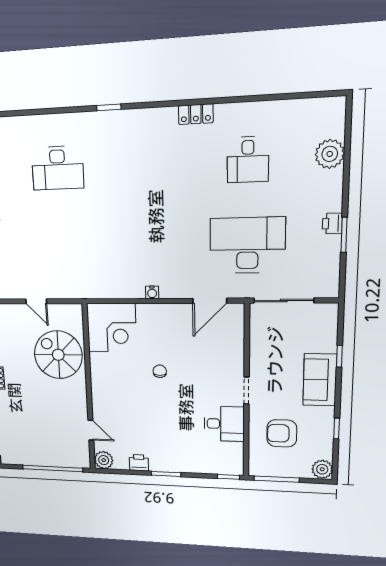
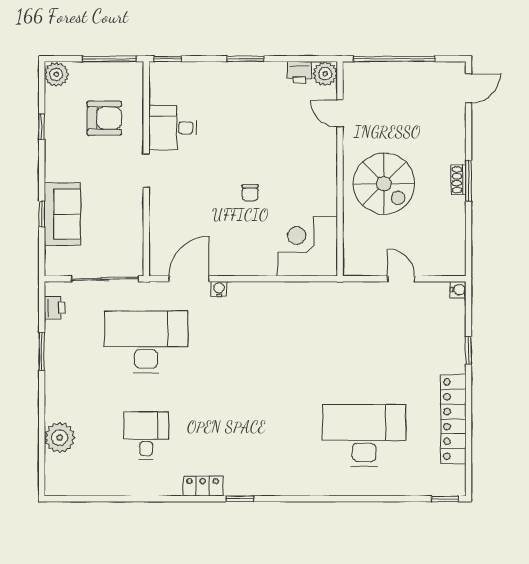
window: (109, 107) -> (240, 499), moved
desk: (58, 168) -> (364, 436), width x1.36, depth x1.30
printer: (332, 223) -> (54, 308), moved
desk: (247, 245) -> (146, 342), turned 180
water cooler: (152, 292) -> (219, 289), moved
spiral stairs: (58, 355) -> (384, 184), moved
sofa: (320, 380) -> (62, 214), moved
printer: (139, 463) -> (299, 72), moved

